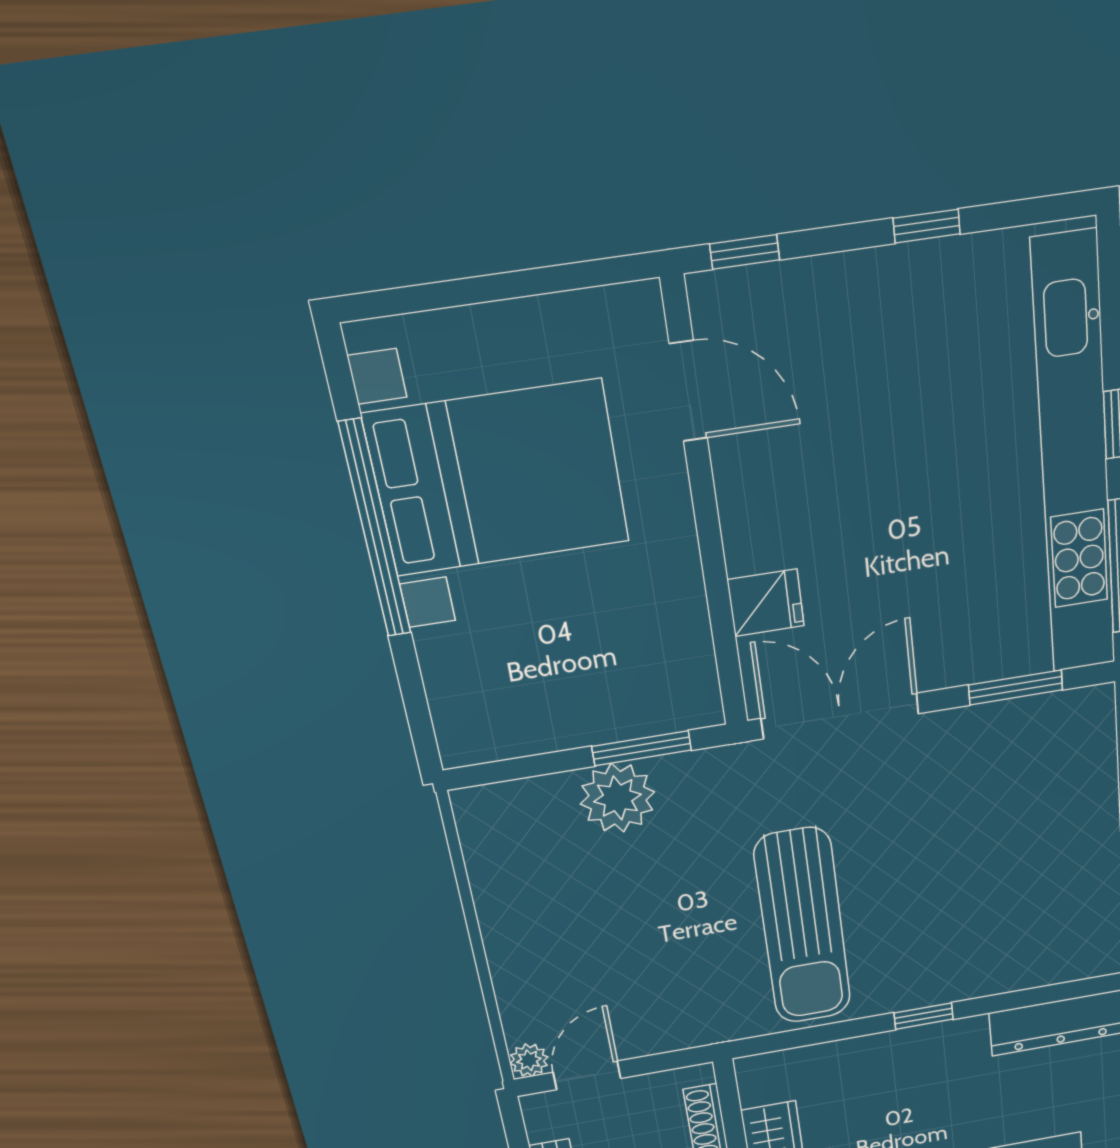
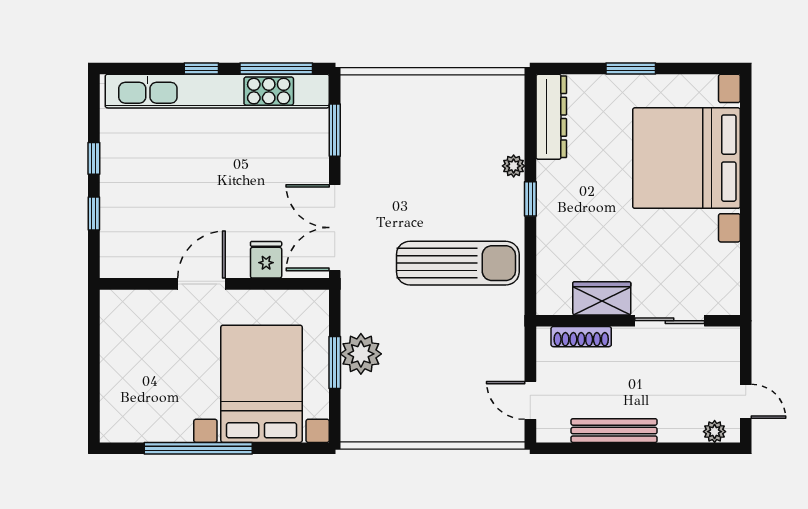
window: (745, 252) -> (94, 213), moved
door: (688, 391) -> (202, 284), moved
bed with nightstands: (498, 478) -> (262, 384), moved
window: (642, 748) -> (335, 363), moved
plant: (529, 1060) -> (514, 166), moved

